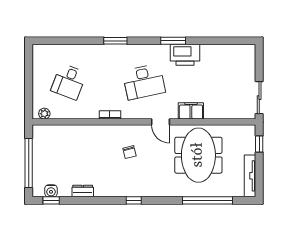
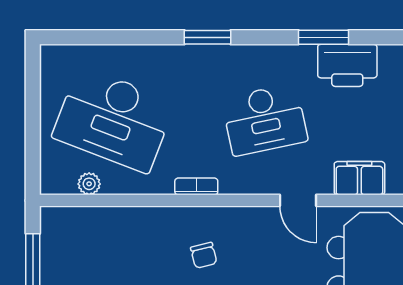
desk: (69, 82) -> (114, 120), width x1.87, depth x1.30
plant: (44, 114) -> (89, 184), moved
chair: (130, 152) -> (204, 255), moved

